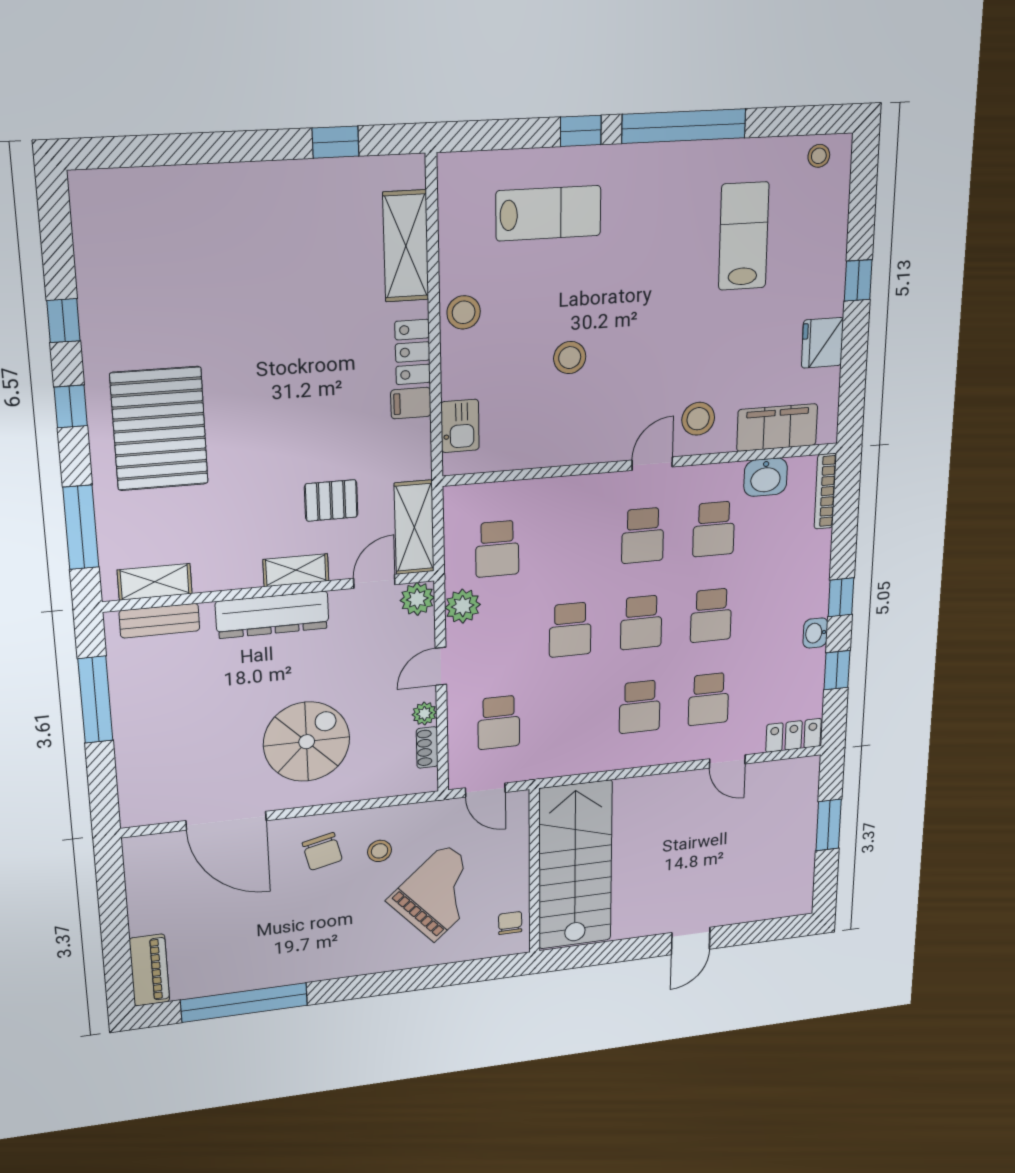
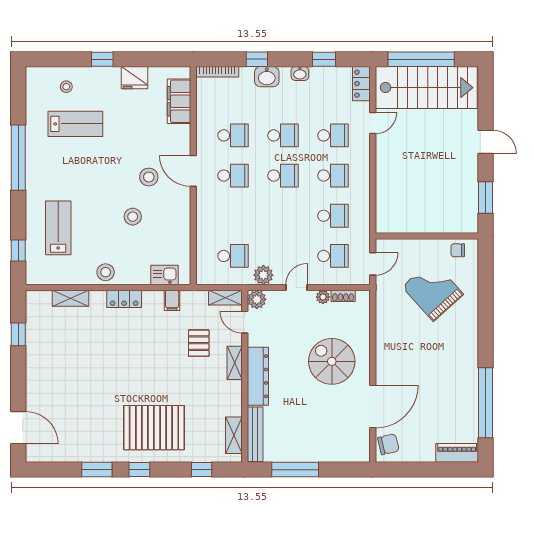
window: (581, 131) -> (18, 251), moved
door: (140, 151) -> (18, 428), added
stool: (819, 156) -> (66, 87), moved
lab bench: (744, 236) -> (75, 124), turned 180
shelving: (406, 246) -> (70, 298), width x0.67, depth x0.75
window: (63, 321) -> (97, 470), width x1.50
filing cabinet: (411, 403) -> (172, 300), moved
stool: (698, 419) -> (149, 177), moved
door: (652, 464) -> (193, 171), width x1.38
washbasin: (766, 477) -> (267, 77), moved, turned 90
window: (81, 527) -> (202, 470), width x0.46
shelving: (414, 527) -> (225, 298), width x0.67, depth x0.75
window: (841, 597) -> (257, 59), moved
bench: (159, 621) -> (255, 434), width x1.36
school desk: (570, 630) -> (333, 216), moved
door: (441, 666) -> (297, 287), swing flipped
window: (829, 825) -> (421, 59), width x2.11
chair: (322, 851) -> (388, 444), moved
stool: (380, 851) -> (402, 324), removed
stairs: (575, 865) -> (426, 88), moved, turned 180
window: (599, 954) -> (485, 198), added

